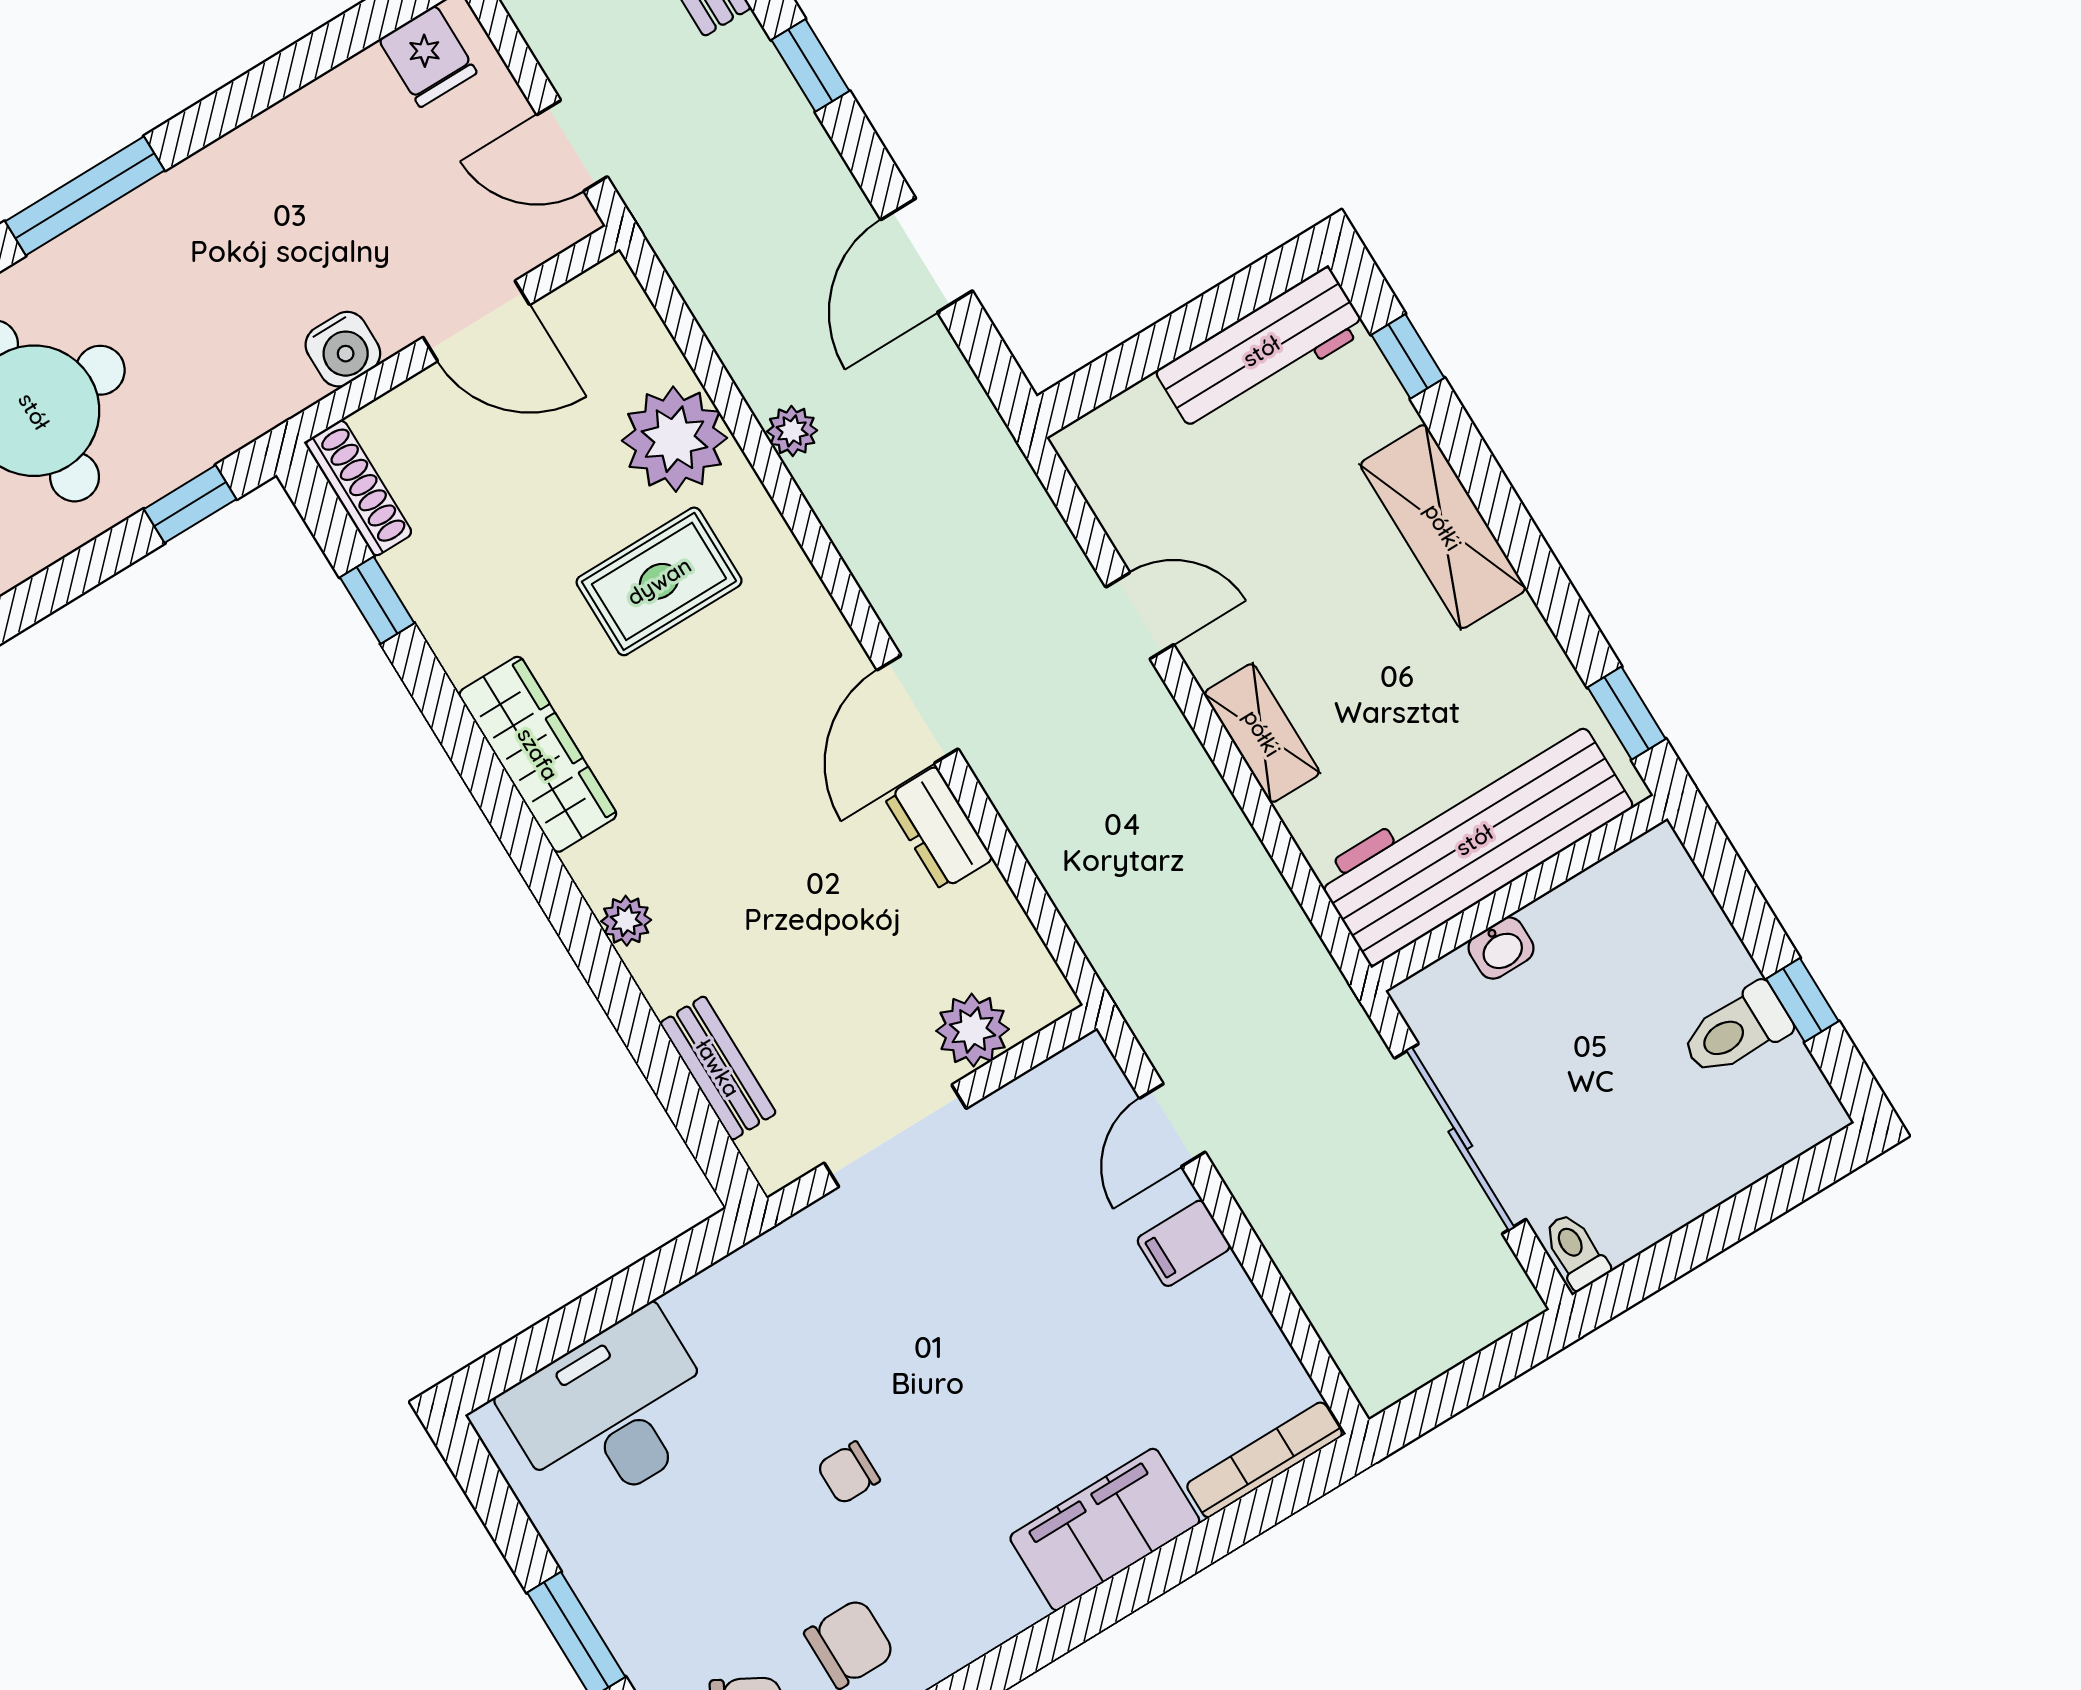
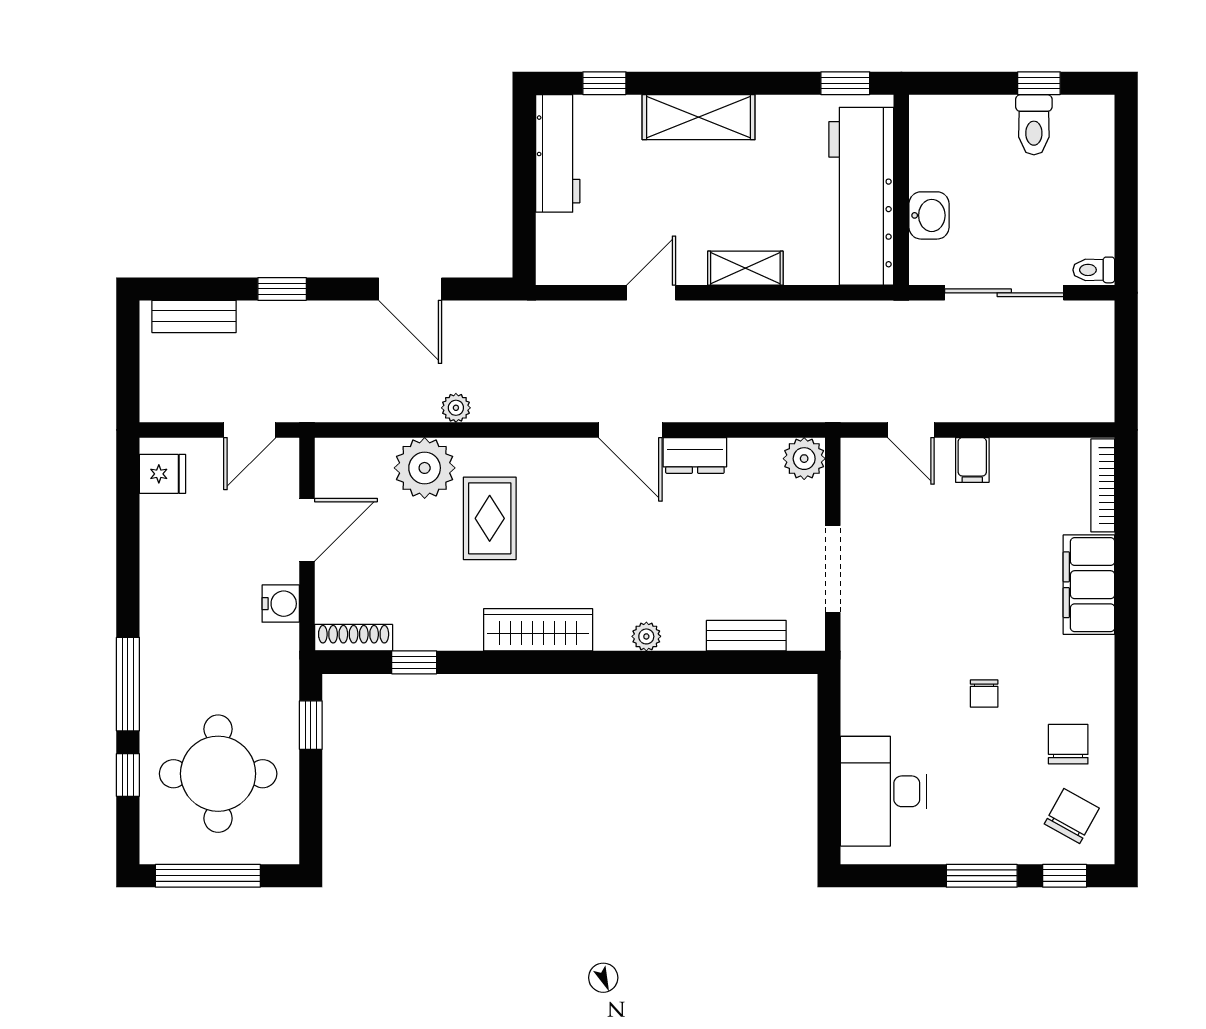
washbasin: (1501, 948) -> (929, 215), width x1.38, depth x1.45
plant: (973, 1030) -> (804, 459), moved

